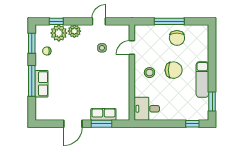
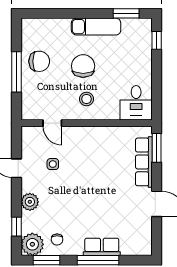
plant: (59, 33) -> (32, 244), moved
row of seats: (103, 114) -> (144, 162), width x1.48
window: (101, 124) -> (157, 148), moved

